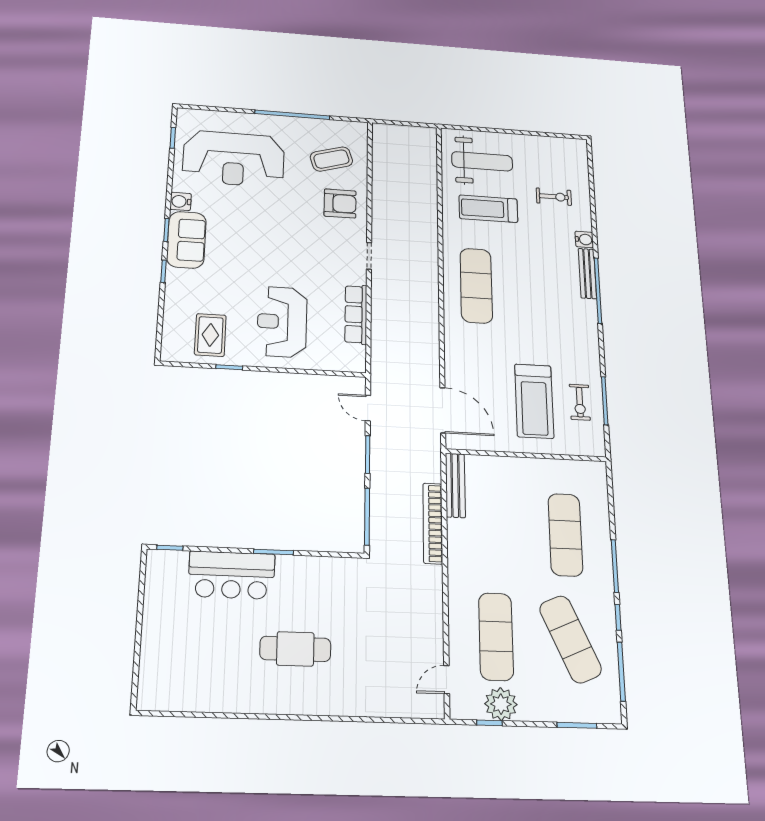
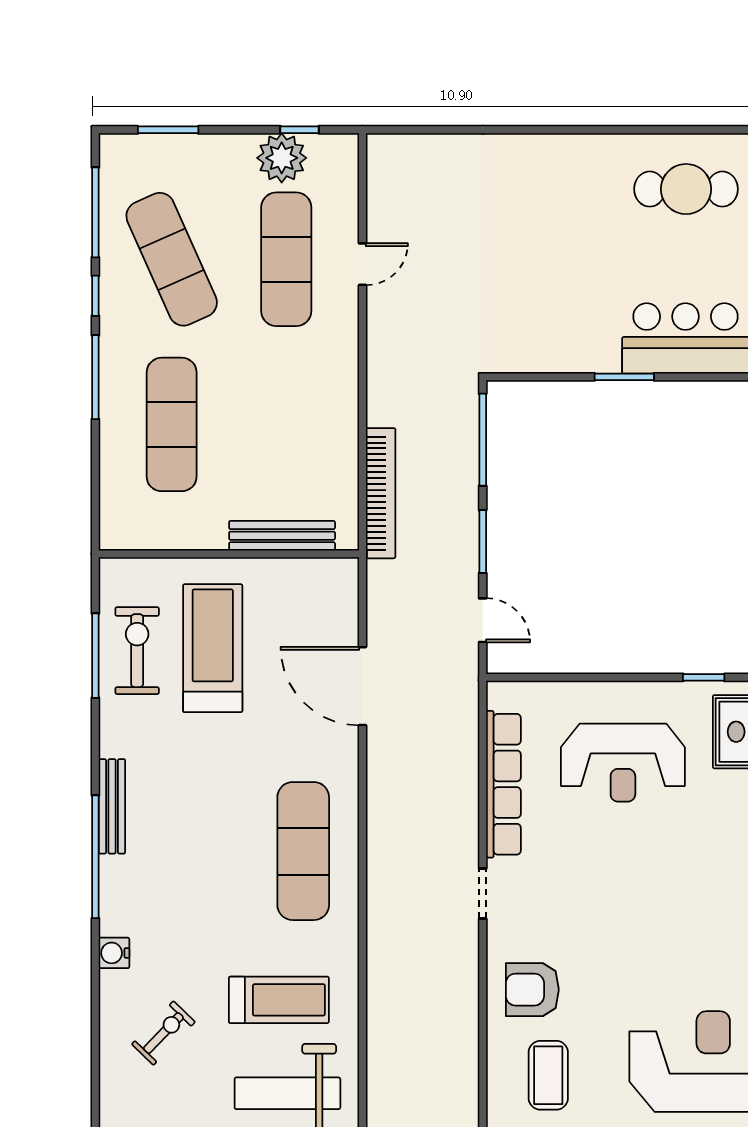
coffee table: (331, 159) -> (548, 1075), turned -73
exercise bike: (554, 197) -> (163, 1033), turned 134
bench: (587, 274) -> (112, 806), moved
row of seats: (356, 314) -> (503, 784), width x1.36
reception desk: (282, 322) -> (623, 763), turned 90
exercise bike: (580, 402) -> (137, 651), width x1.38, depth x1.39
door: (443, 410) -> (362, 686), moved
bench: (455, 485) -> (282, 536), moved, turned 90
bookcase: (433, 523) -> (381, 493), moved
cafe table: (295, 649) -> (686, 189), moved
door: (447, 680) -> (362, 264), moved

